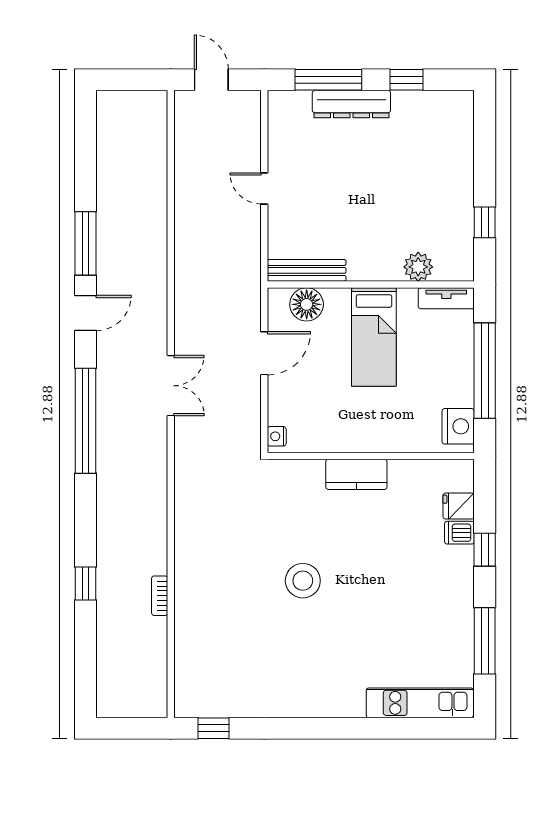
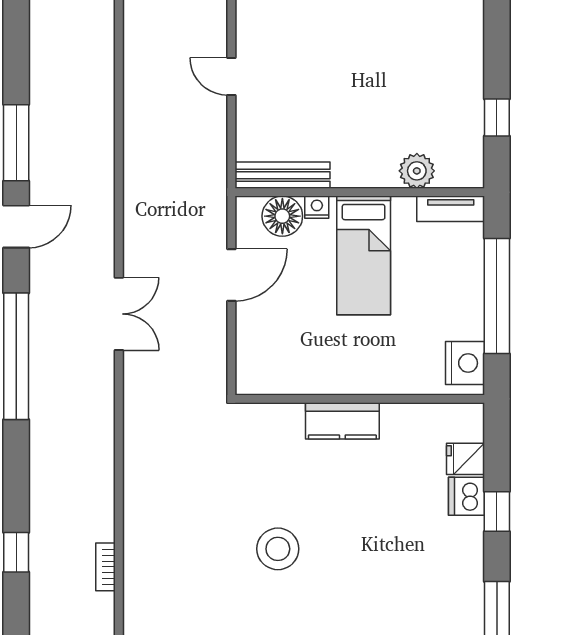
nightstand: (277, 436) -> (317, 207), moved, turned 90
dishwasher: (459, 533) -> (466, 496), width x1.38

